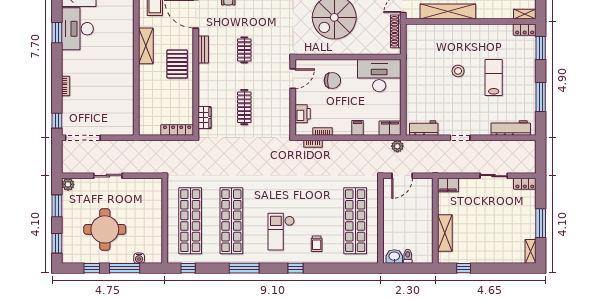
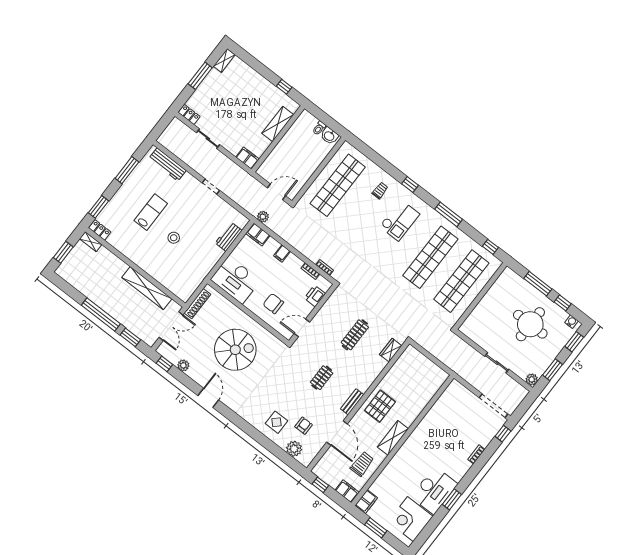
lab bench: (494, 78) -> (151, 212), turned 180
workbench: (424, 128) -> (229, 237), moved, turned 90
locker: (177, 130) -> (418, 357), removed
water cooler: (139, 258) -> (571, 322), moved

